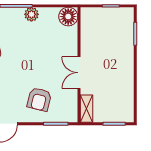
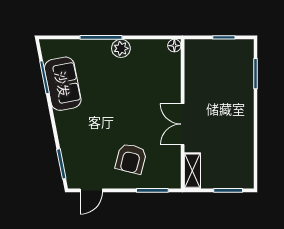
floor lamp: (68, 17) -> (174, 46), width x0.53, depth x0.53

